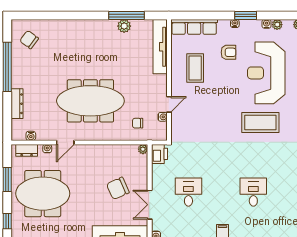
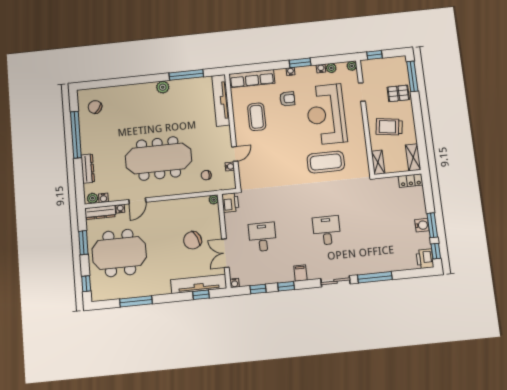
plant: (124, 26) -> (163, 87), moved
plant: (20, 135) -> (92, 198), added
dresser: (27, 150) -> (100, 212), width x1.44

